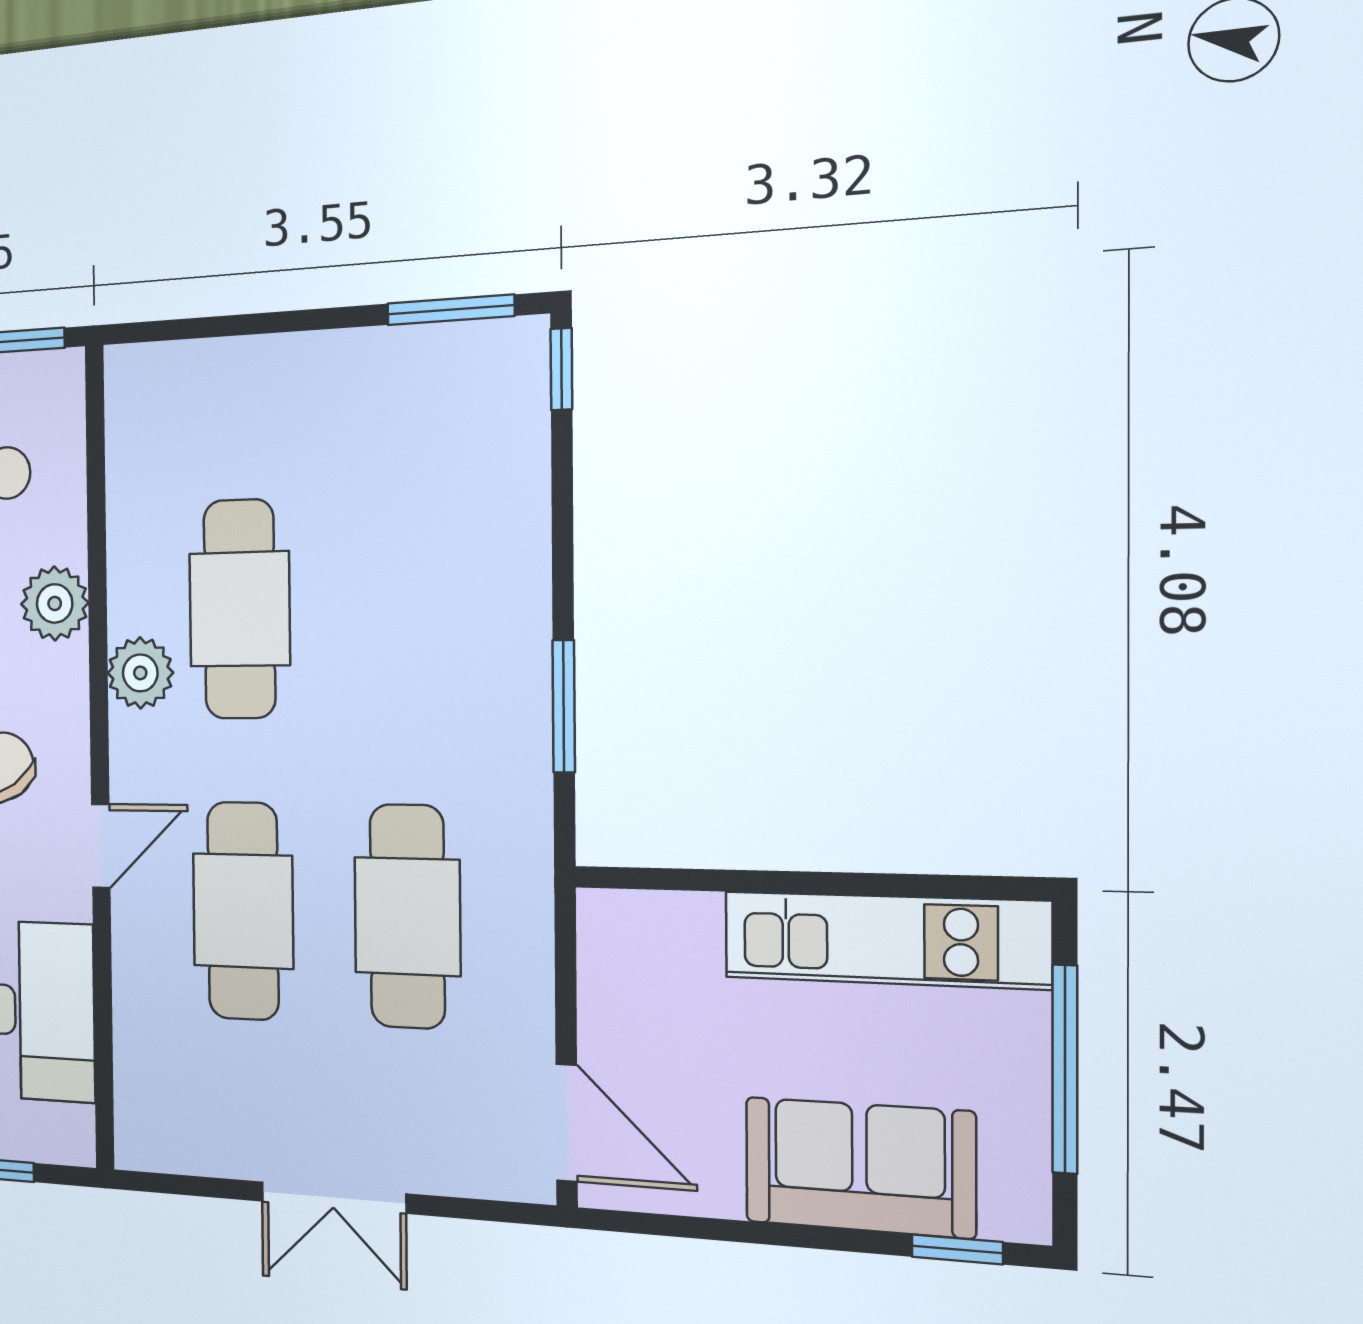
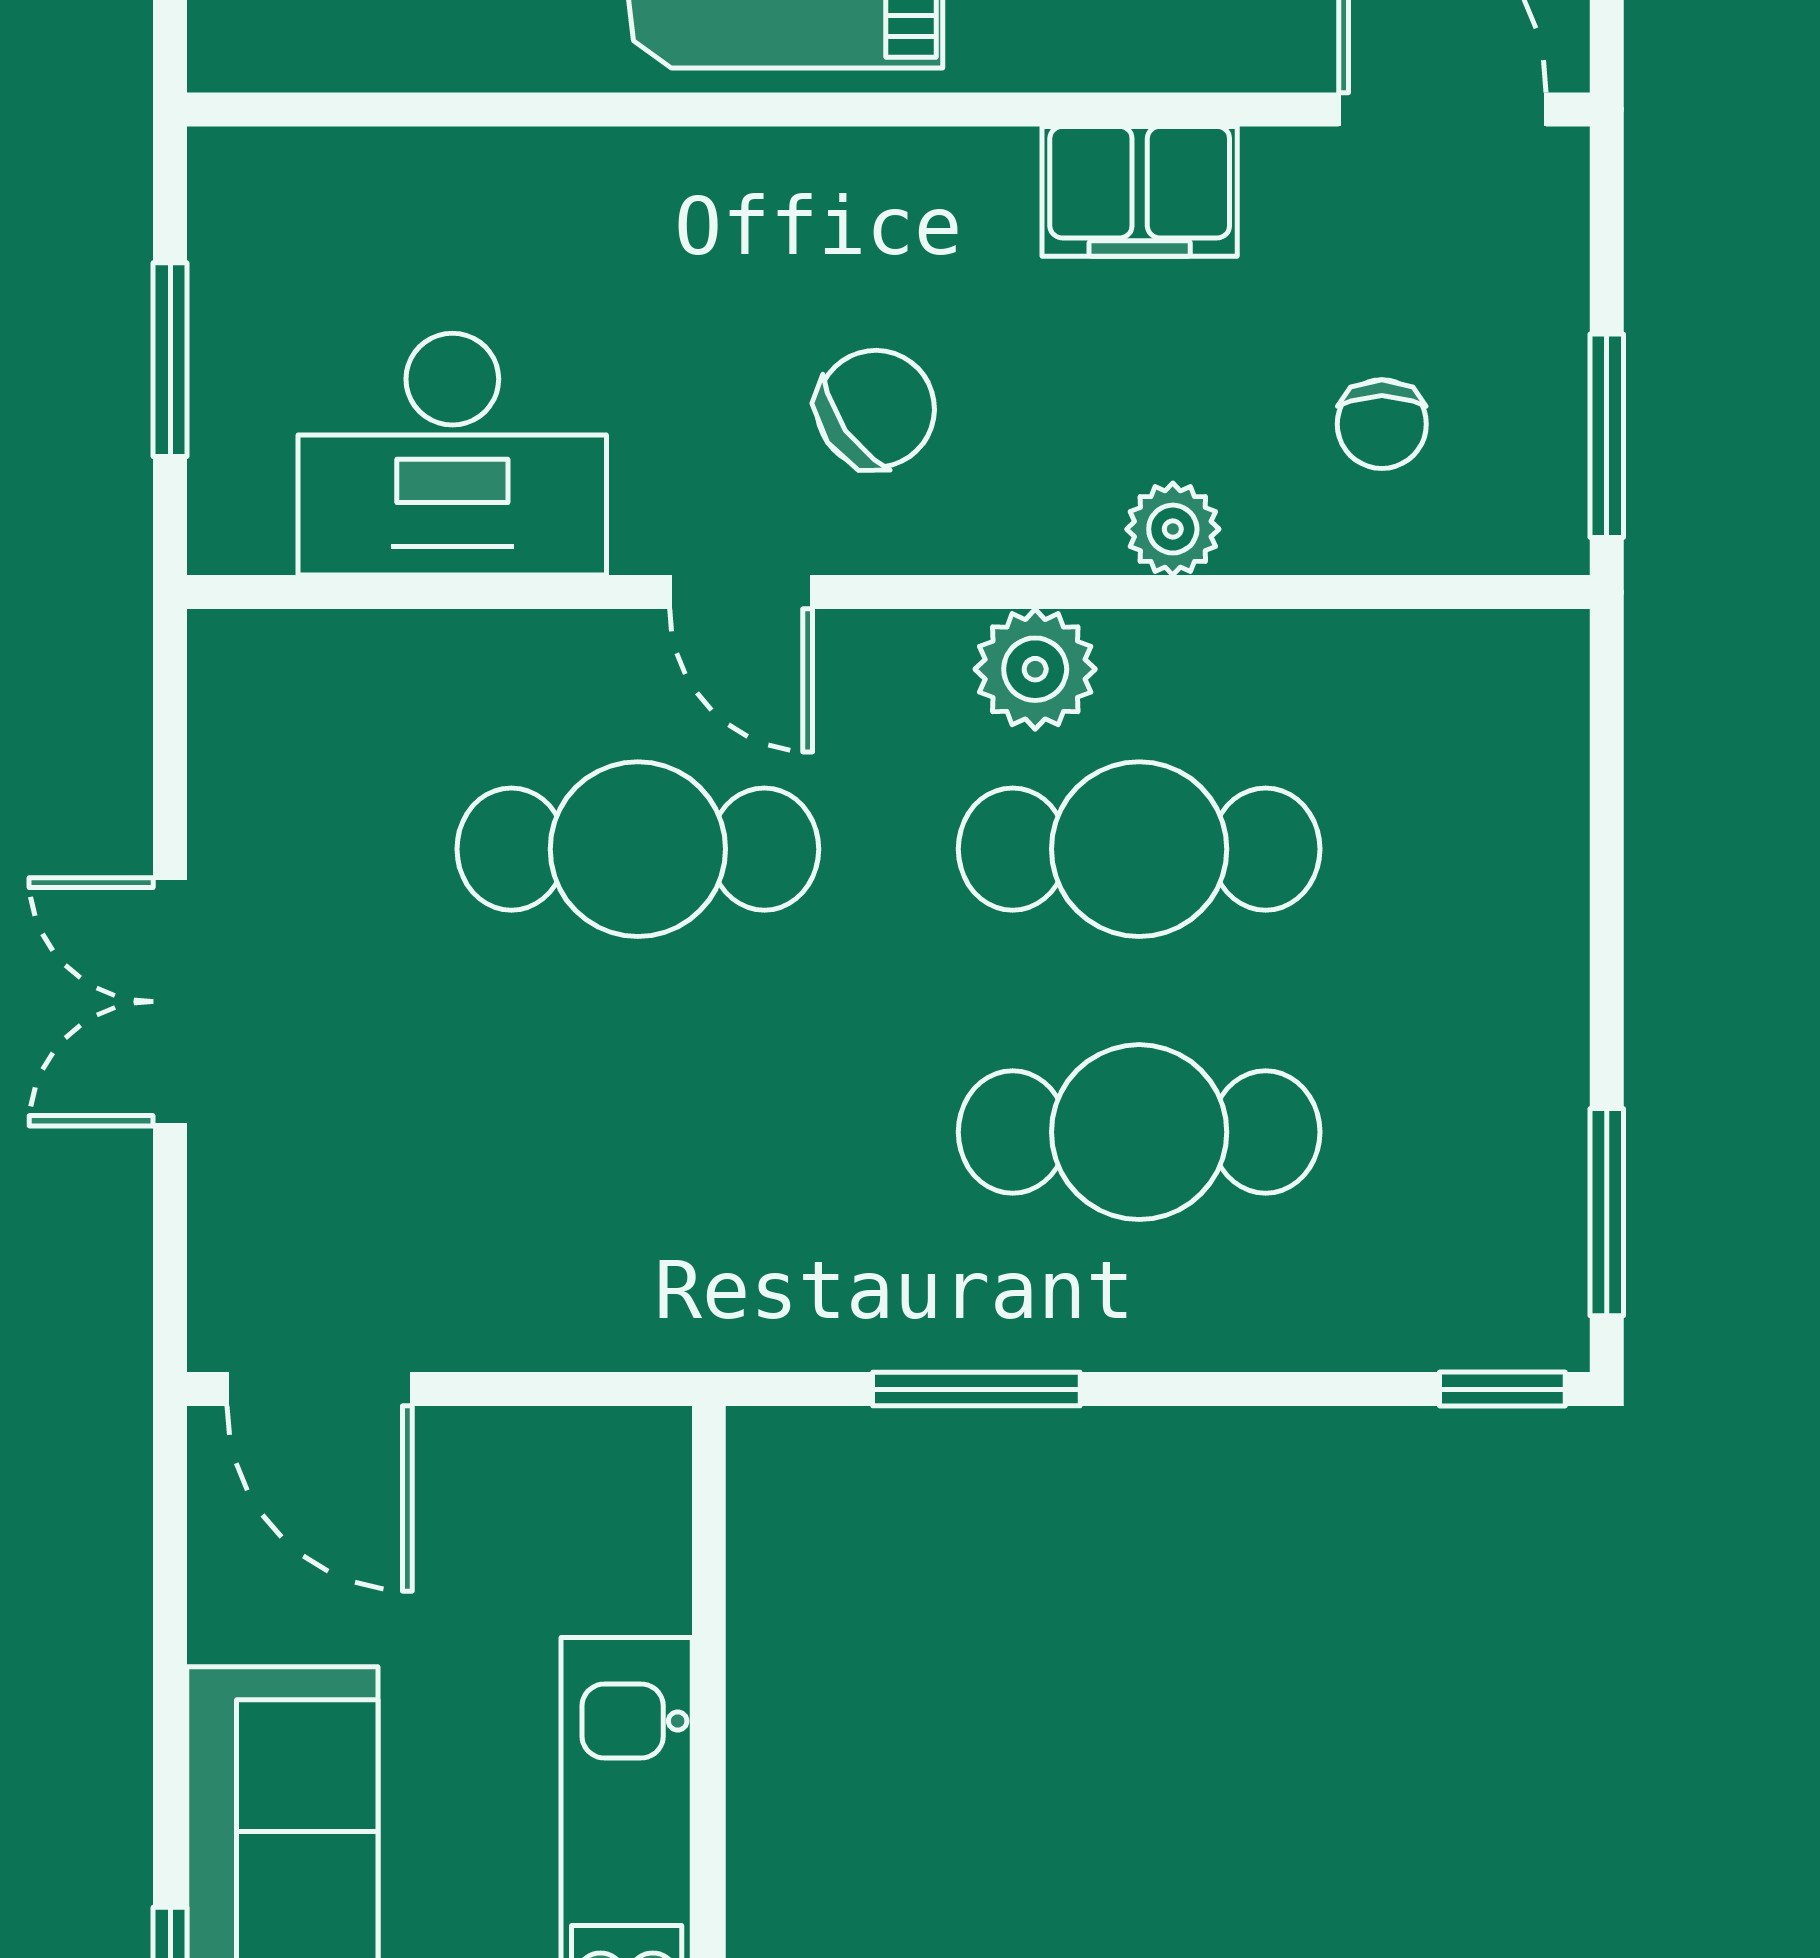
plant: (55, 603) -> (1173, 529), width x0.73, depth x0.73
cafe table: (407, 916) -> (1139, 1132), moved
door: (567, 1123) -> (320, 1389), hinge flipped

